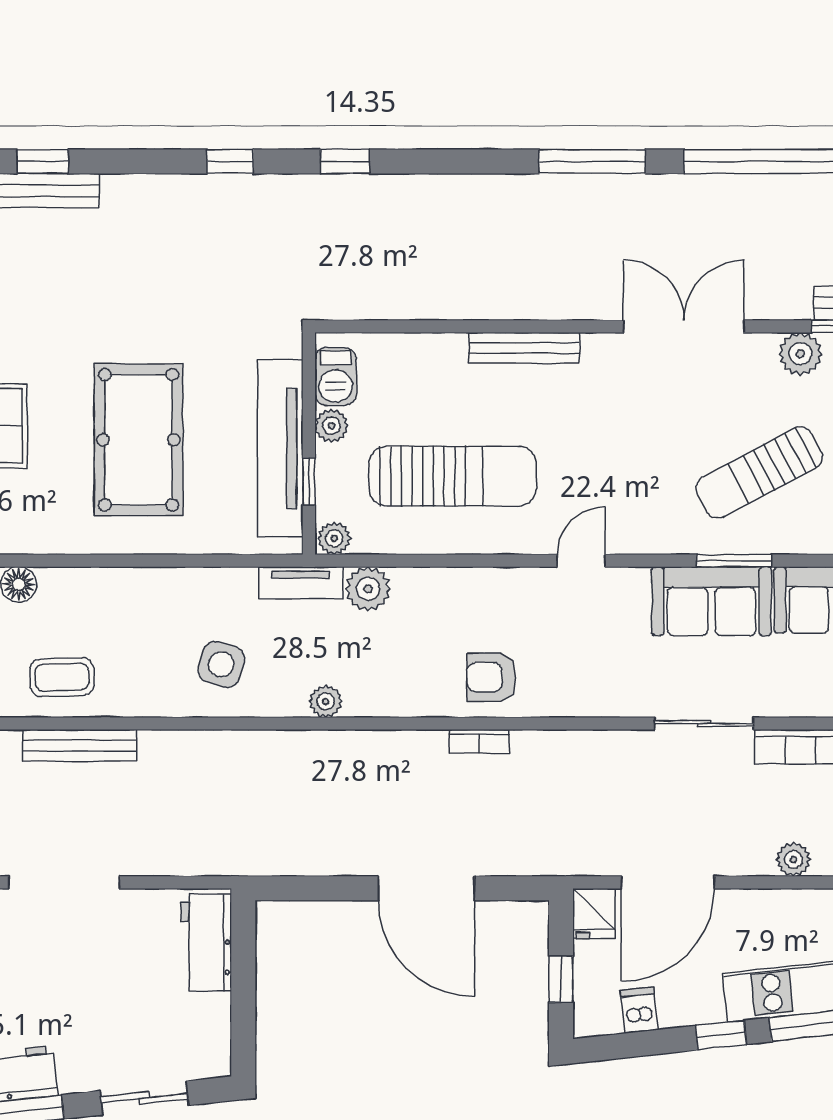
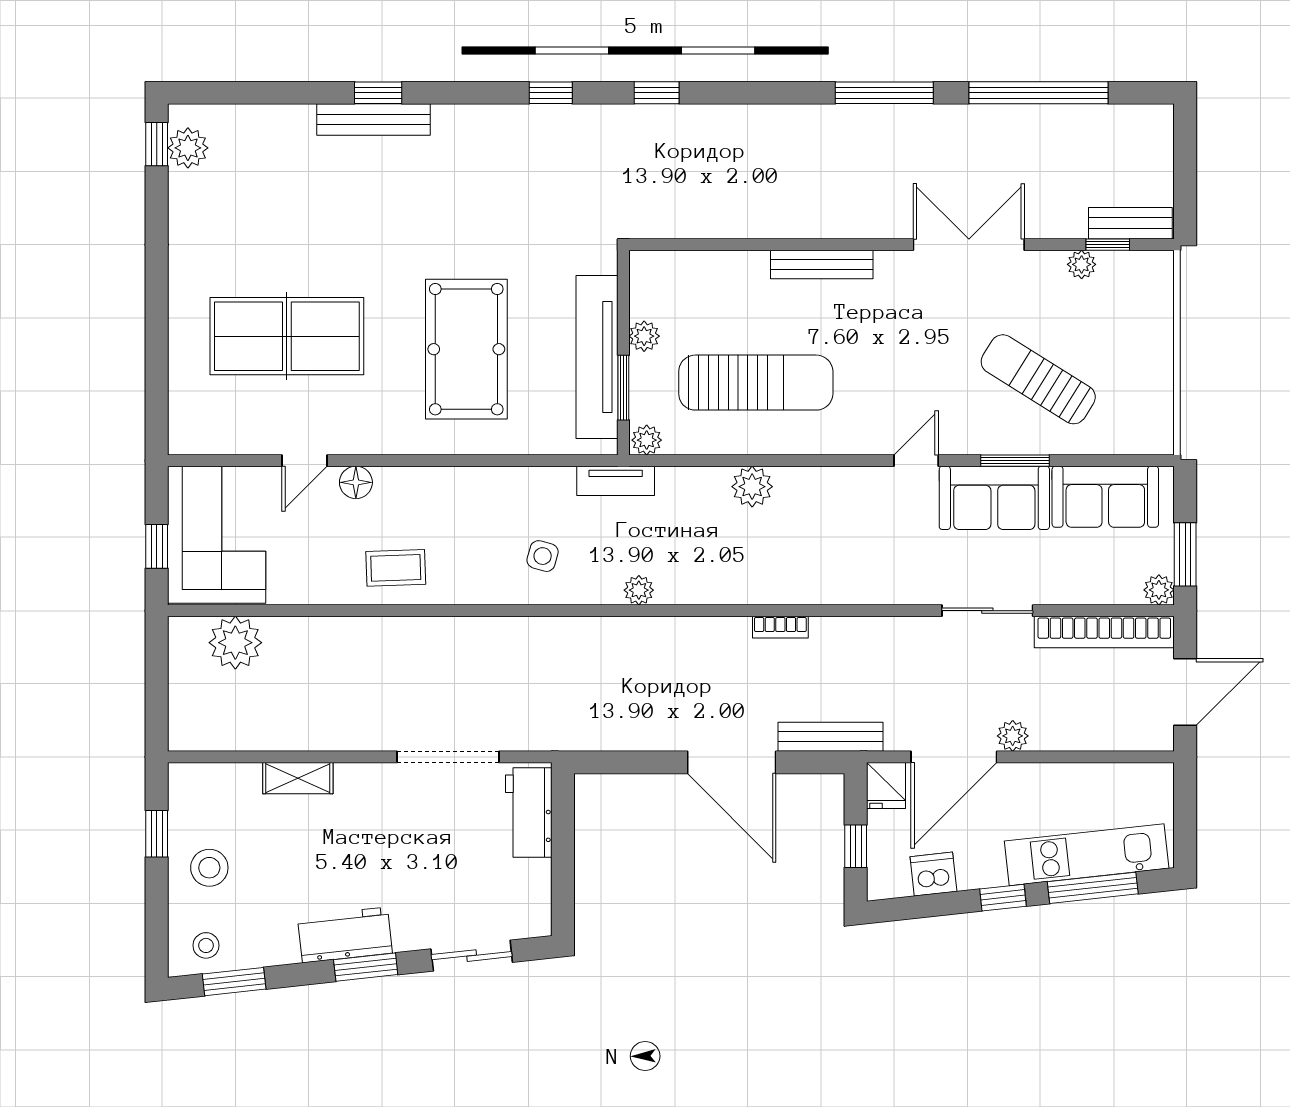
plant: (800, 354) -> (1082, 264), width x0.73, depth x0.73
barbecue: (336, 377) -> (648, 291), removed
sun lounger: (759, 473) -> (1038, 379), turned 60
window: (309, 482) -> (623, 388), width x1.50
door: (581, 561) -> (916, 461), moved
plant: (368, 589) -> (752, 487), moved
side table: (221, 664) -> (543, 556), width x0.73, depth x0.73
armchair: (491, 677) -> (792, 568), removed
bench: (80, 745) -> (831, 737), moved
plant: (794, 859) -> (1013, 736), moved
doorway: (64, 882) -> (448, 757), moved
dishwasher: (639, 1010) -> (933, 874), width x1.38

